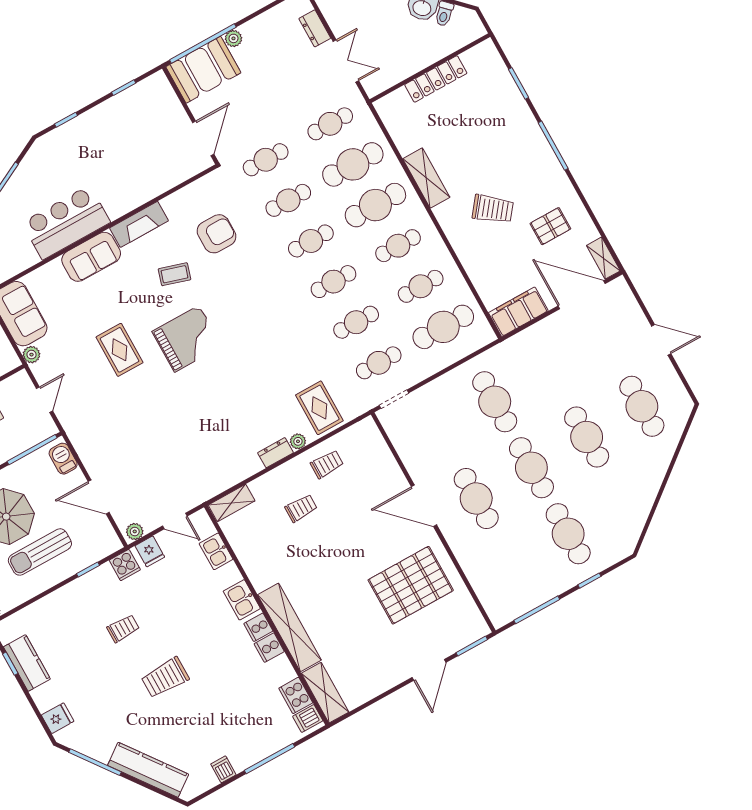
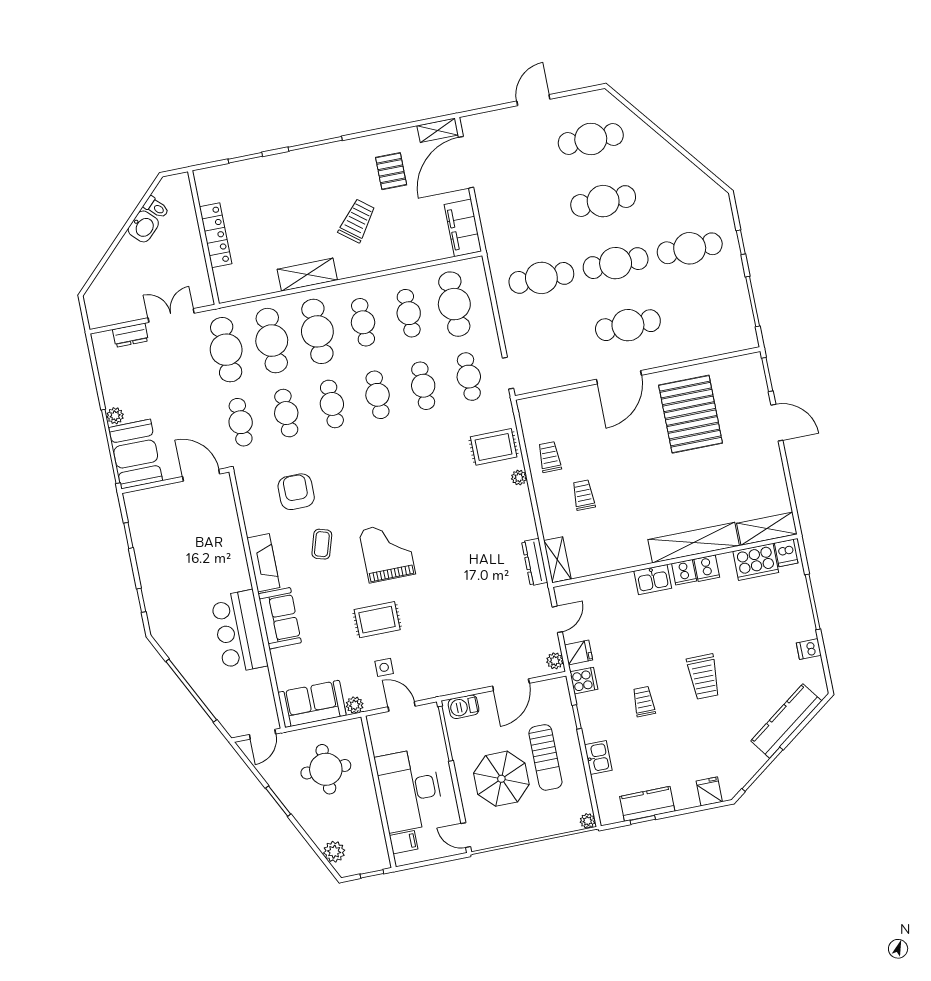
cafe table: (330, 124) -> (226, 350), width x1.37, depth x1.35
side table: (76, 371) -> (384, 667), added
dresser: (275, 453) -> (535, 562), moved, width x1.44
kitchen sink: (216, 551) -> (598, 757), moved, turned -90
cooker: (296, 695) -> (756, 562), width x1.37, depth x1.31

